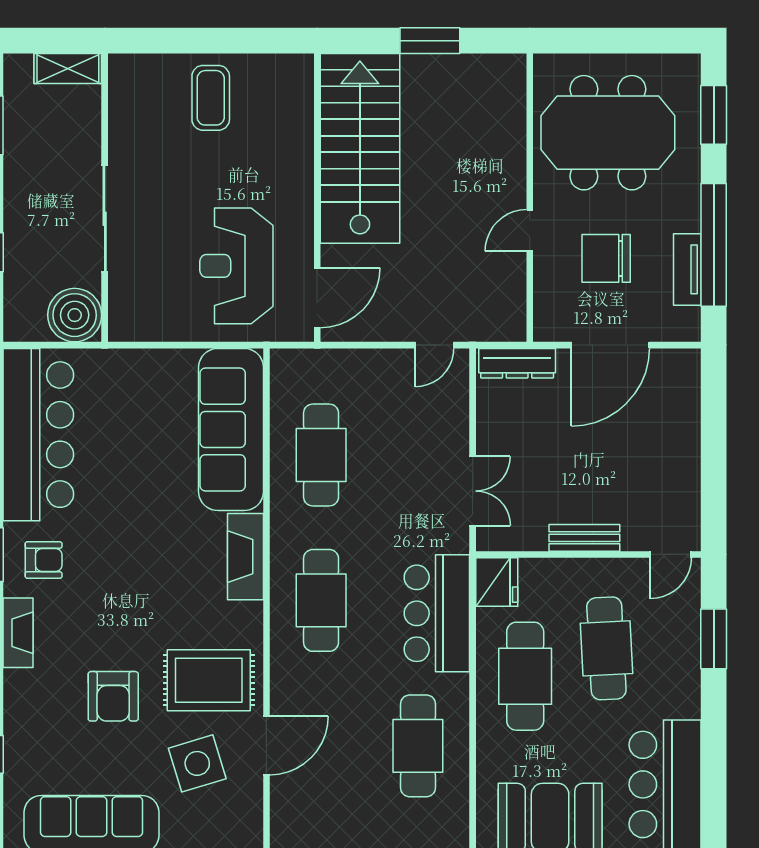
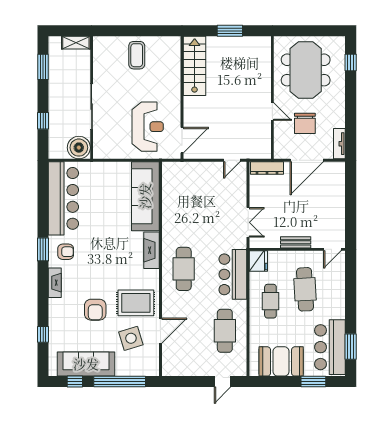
window: (714, 115) -> (351, 62), width x0.67
meeting table: (608, 133) -> (306, 70), turned 90
stairs: (360, 148) -> (195, 66), width x0.73, depth x0.66
door: (530, 230) -> (272, 112), swing flipped
window: (714, 245) -> (351, 118), removed
chair: (606, 258) -> (305, 123), turned -90
reception desk: (236, 266) -> (148, 127), turned 180
tv unit: (687, 269) -> (339, 144), moved
cafe table: (321, 455) -> (184, 207), removed
window: (714, 639) -> (351, 347), moved
cafe table: (525, 676) -> (270, 301), width x0.73, depth x0.74

